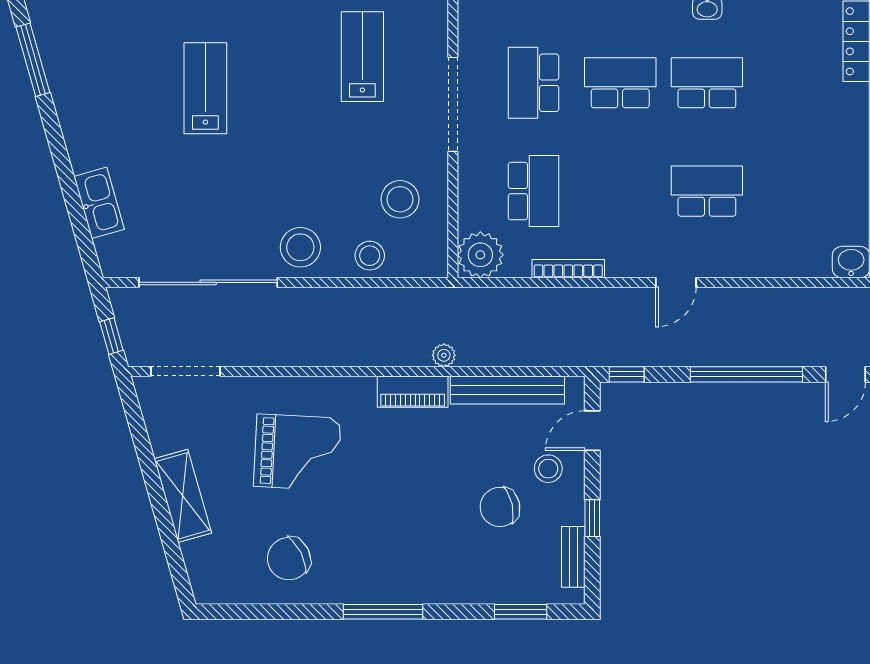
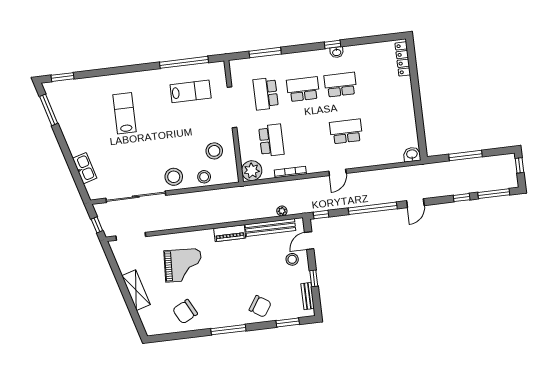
lab bench: (362, 57) -> (191, 91), turned 90
plant: (444, 355) -> (282, 211), moved
chair: (500, 507) -> (260, 306), moved, turned -134

